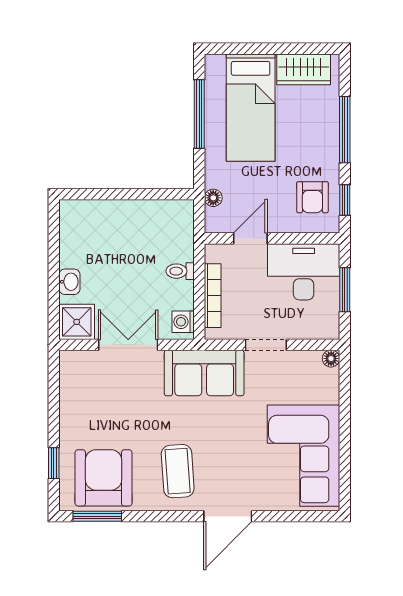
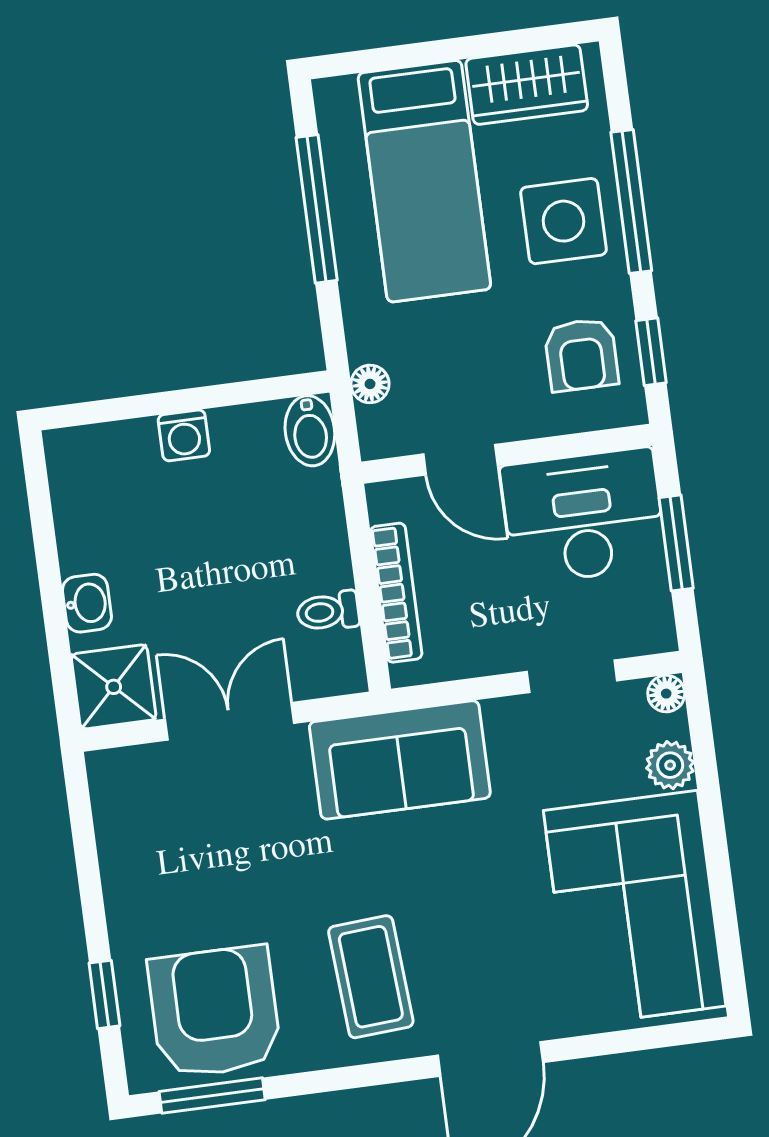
side table: (312, 135) -> (564, 221), added
bidet: (183, 216) -> (310, 431), added
door: (250, 238) -> (460, 460), swing flipped
toilet: (180, 271) -> (328, 611), moved
washing machine: (183, 322) -> (184, 435), moved, turned -90
doorway: (266, 345) -> (572, 676), moved
plant: (328, 392) -> (670, 765), added

